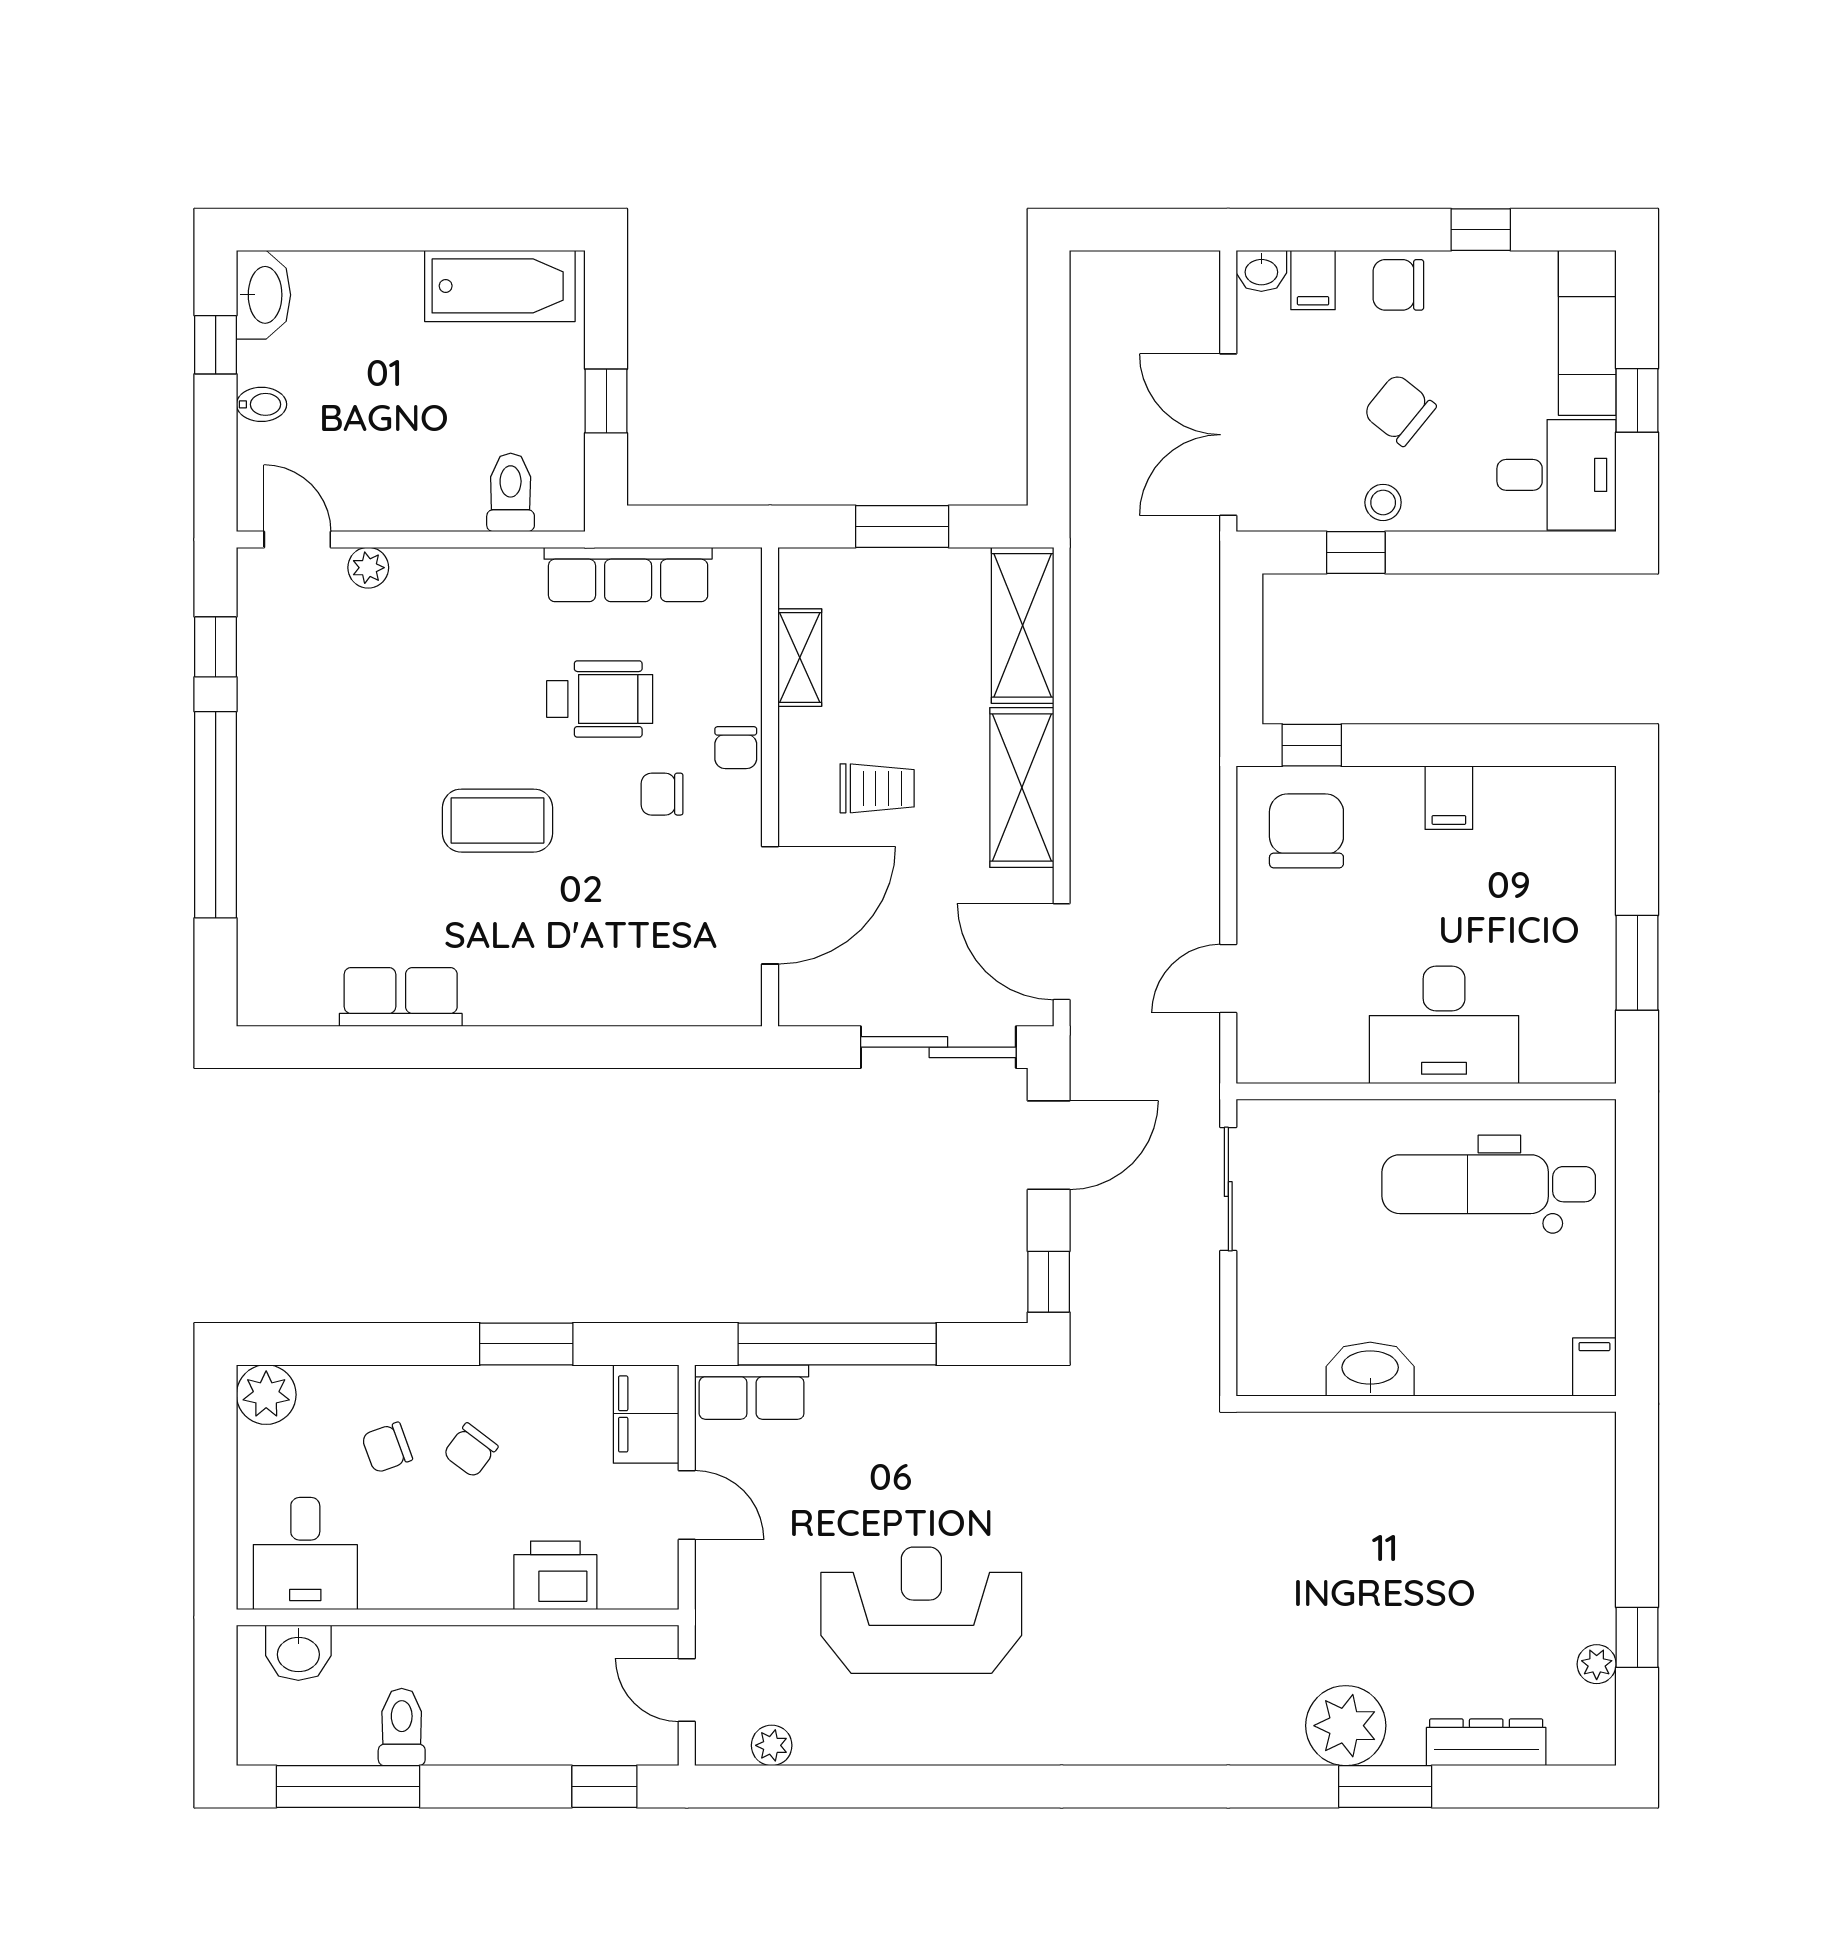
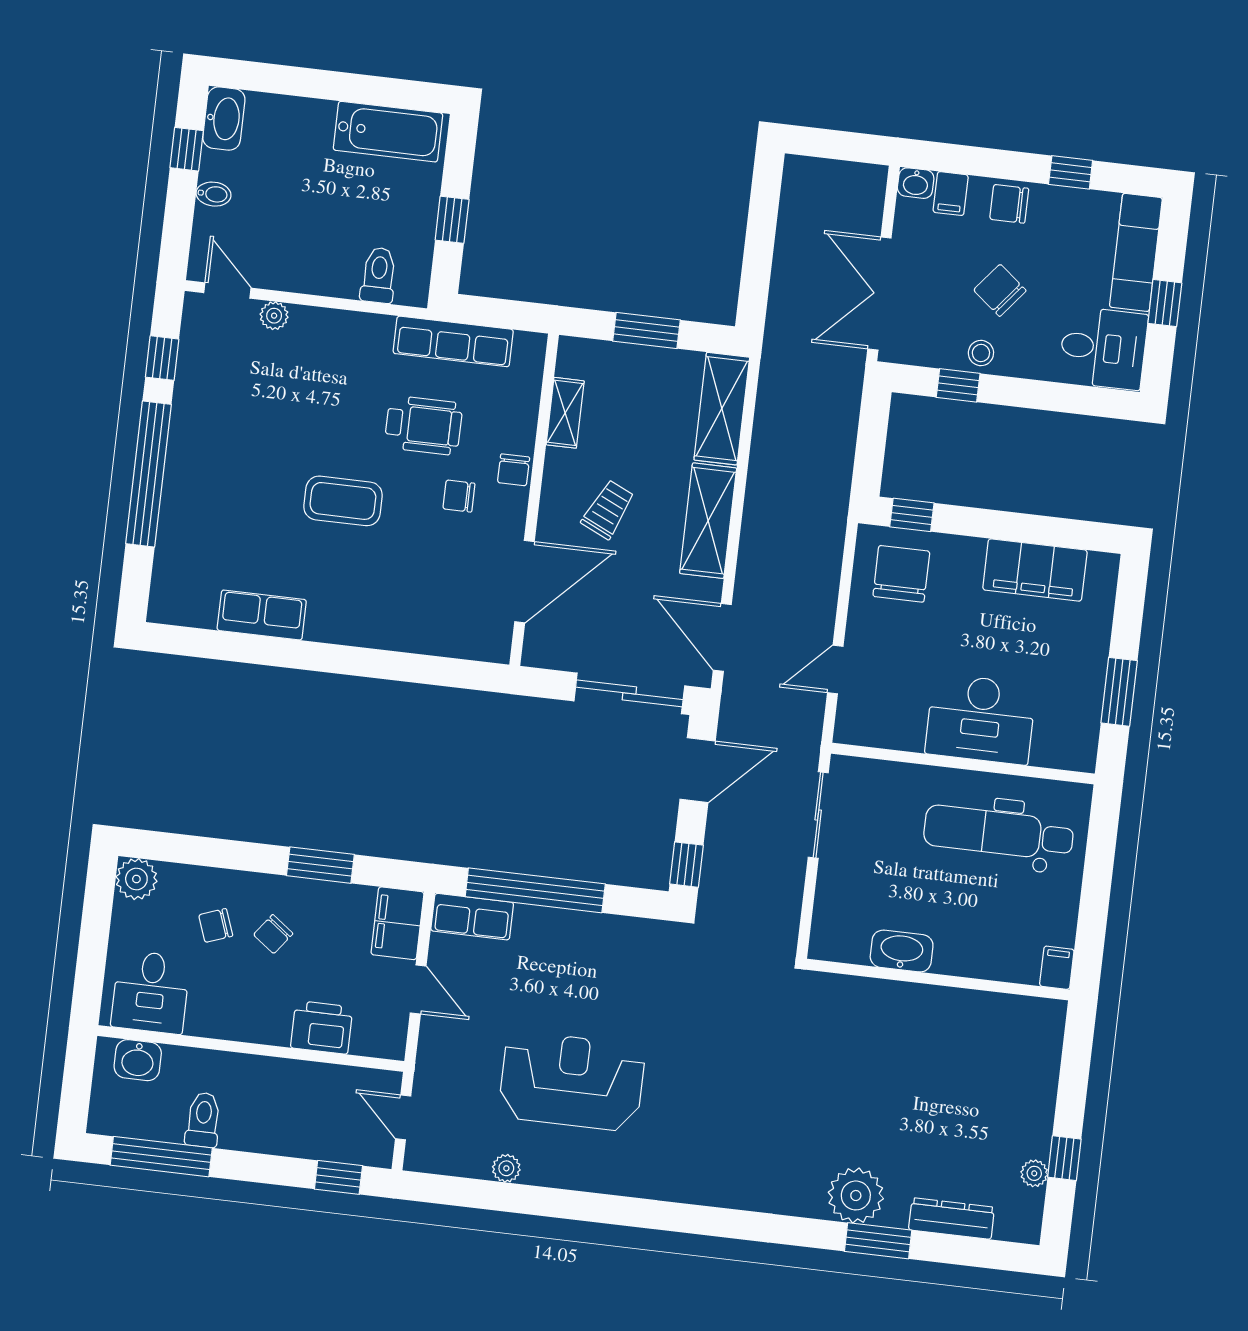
trolley: (877, 788) -> (608, 510), turned -65
filing cabinet: (1449, 798) -> (1035, 570), width x3.00, depth x1.17
plant: (772, 1745) -> (506, 1168), moved

